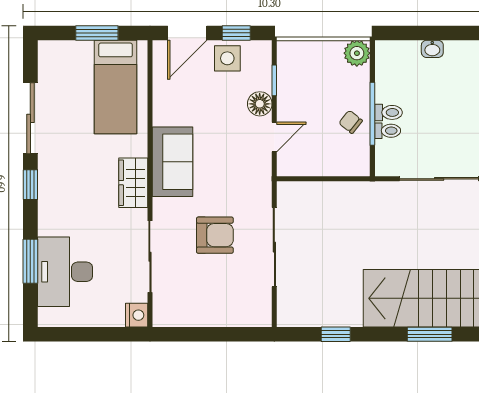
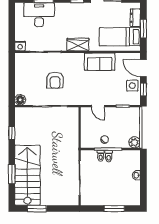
dresser: (72, 52) -> (135, 18), added
floor lamp: (260, 104) -> (20, 100), moved
sofa: (173, 162) -> (100, 62), moved

